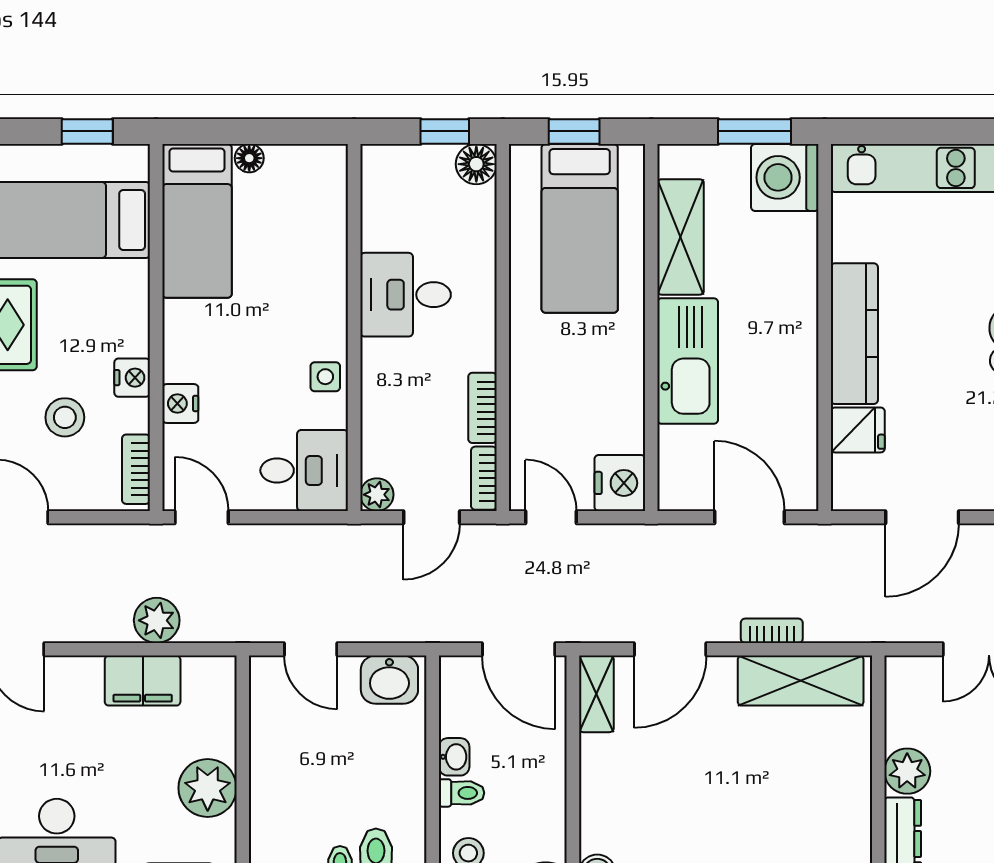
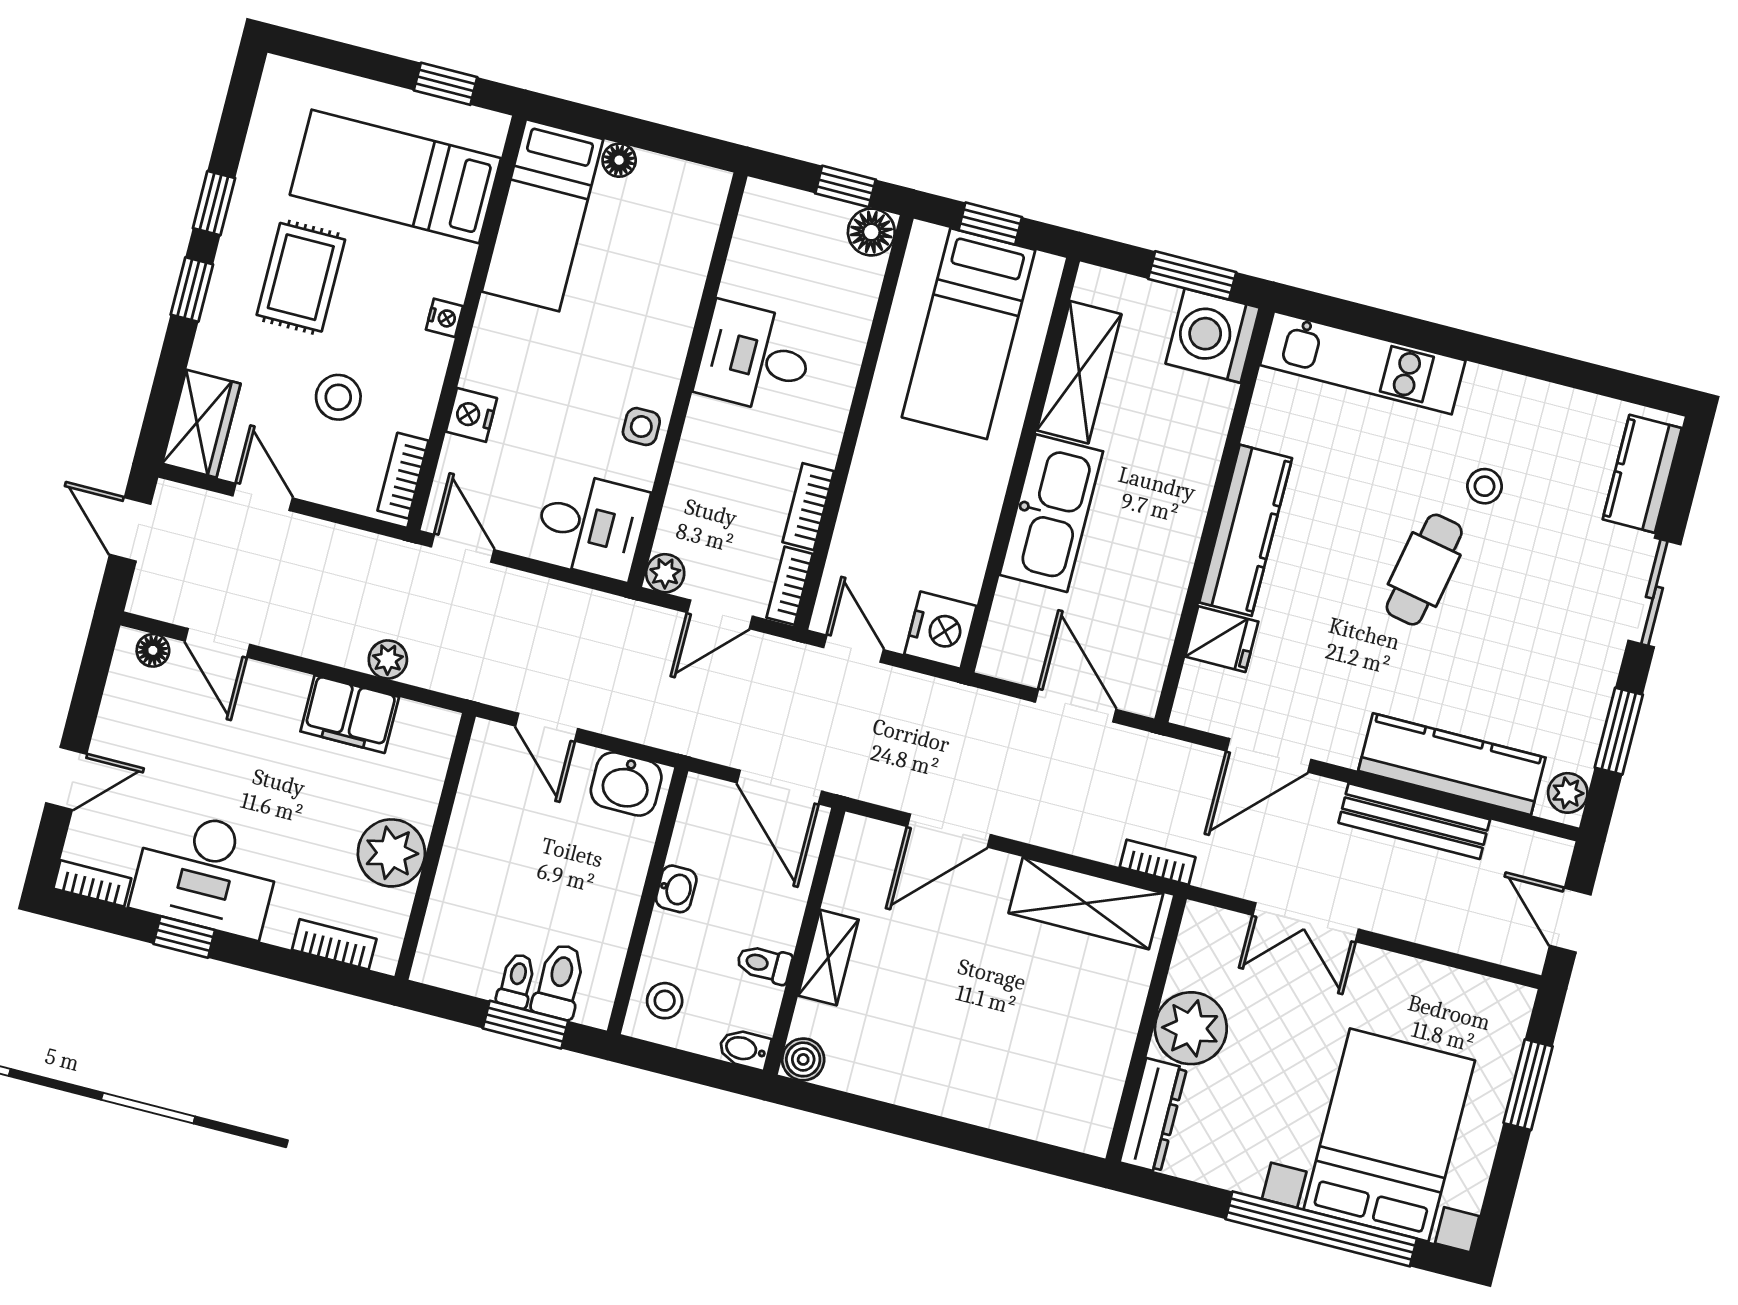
nightstand: (132, 378) -> (444, 318), moved, width x0.72, depth x0.74
plant: (157, 620) -> (388, 660), width x0.73, depth x0.73
bookcase: (772, 631) -> (1158, 862), moved
shelving: (596, 694) -> (828, 958), moved
plant: (907, 771) -> (1191, 1028), width x1.36, depth x1.36
toilet: (461, 793) -> (764, 964), moved, turned 180

